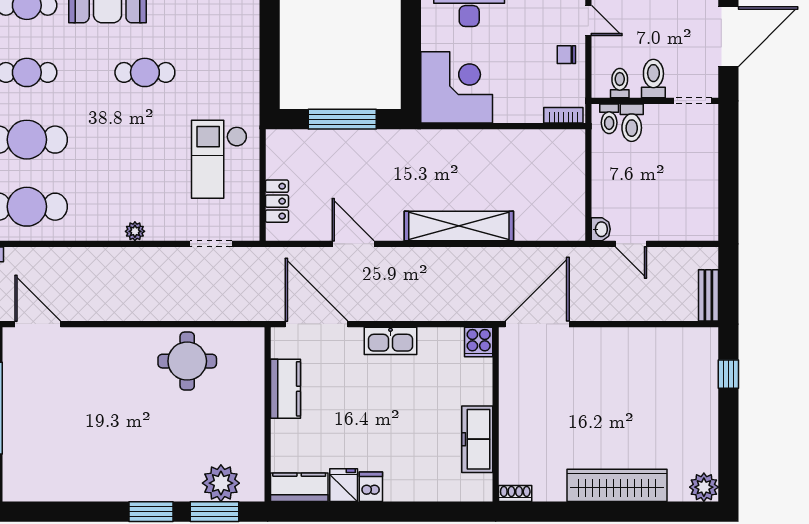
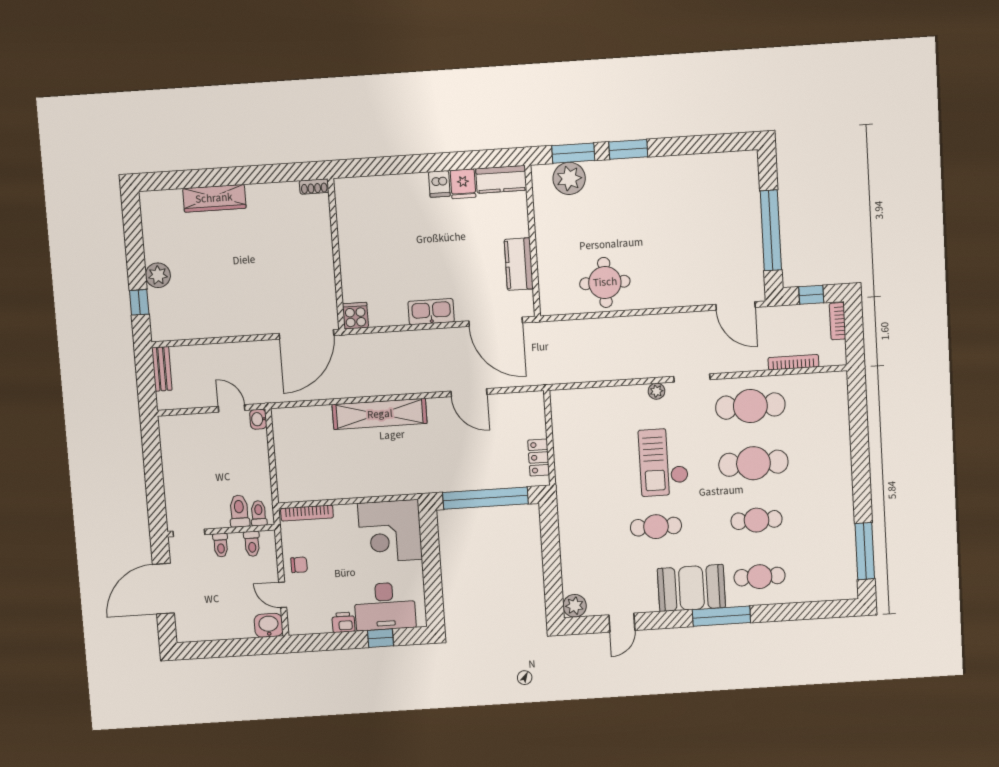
toilet: (653, 79) -> (221, 545), width x0.73, depth x0.72
bookcase: (563, 115) -> (307, 513), width x1.56
window: (342, 119) -> (485, 498), width x1.46
checkout: (219, 159) -> (664, 462), moved, turned 180
locker: (277, 201) -> (539, 458), moved
doorway: (211, 244) -> (692, 378), moved
freezer: (477, 439) -> (350, 231), removed
wardrobe: (617, 485) -> (214, 198), width x0.71, depth x0.85
plant: (704, 487) -> (158, 275), moved

